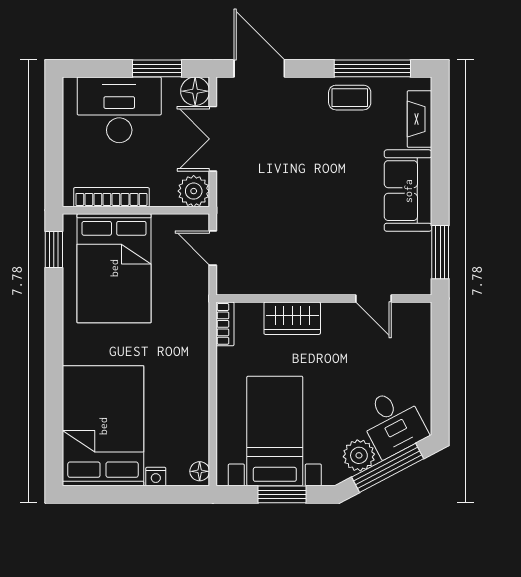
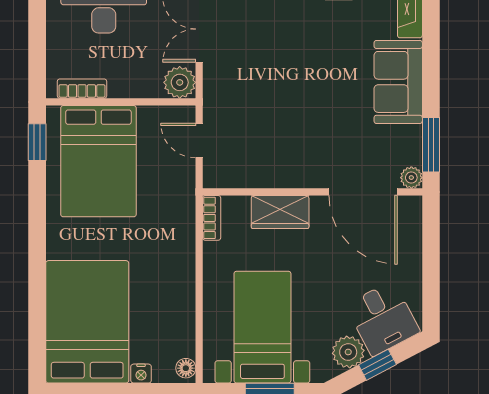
bookcase: (111, 197) -> (82, 89), width x0.64
plant: (421, 284) -> (411, 178), added
door: (373, 298) -> (363, 192), width x1.87
window: (388, 468) -> (377, 365), width x0.46

